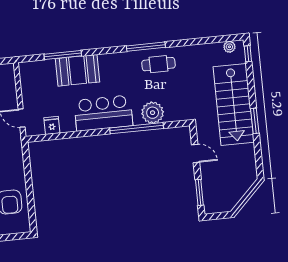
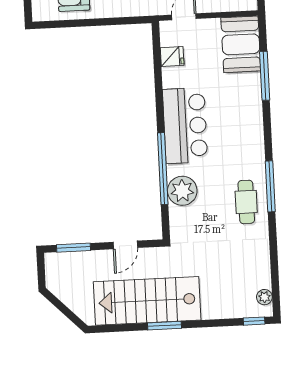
booth: (78, 70) -> (241, 44), moved
stairs: (234, 104) -> (147, 301), moved

